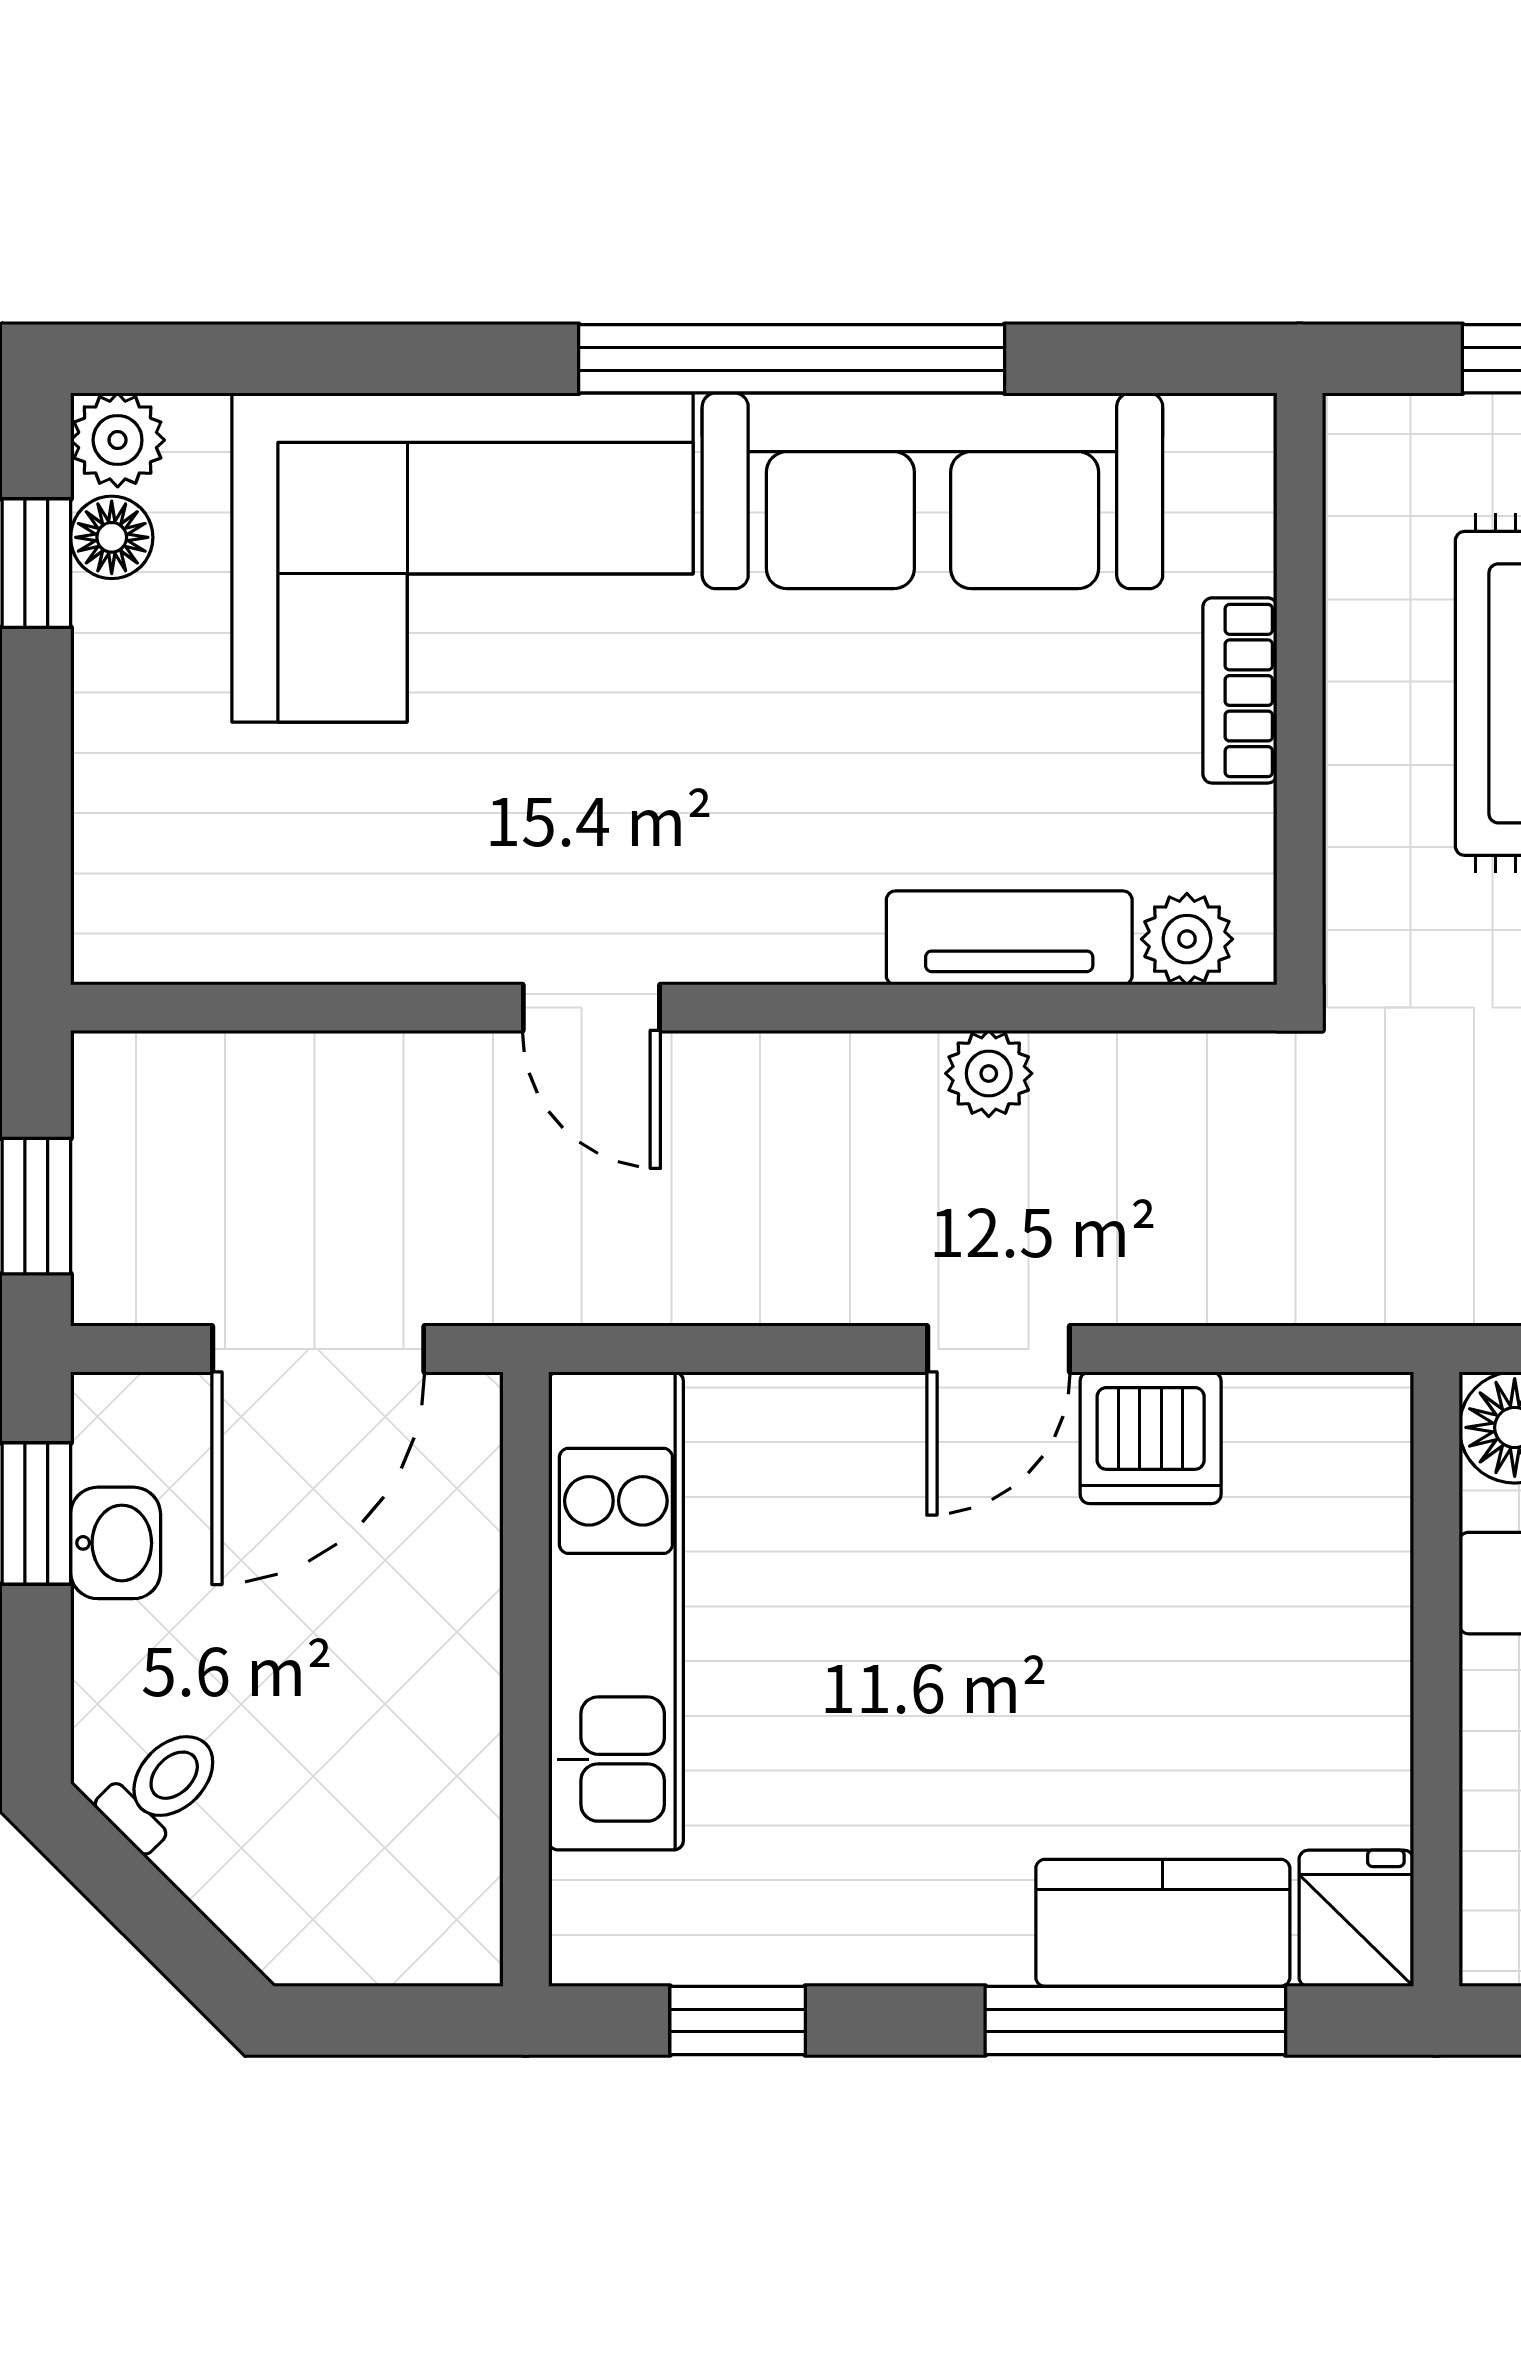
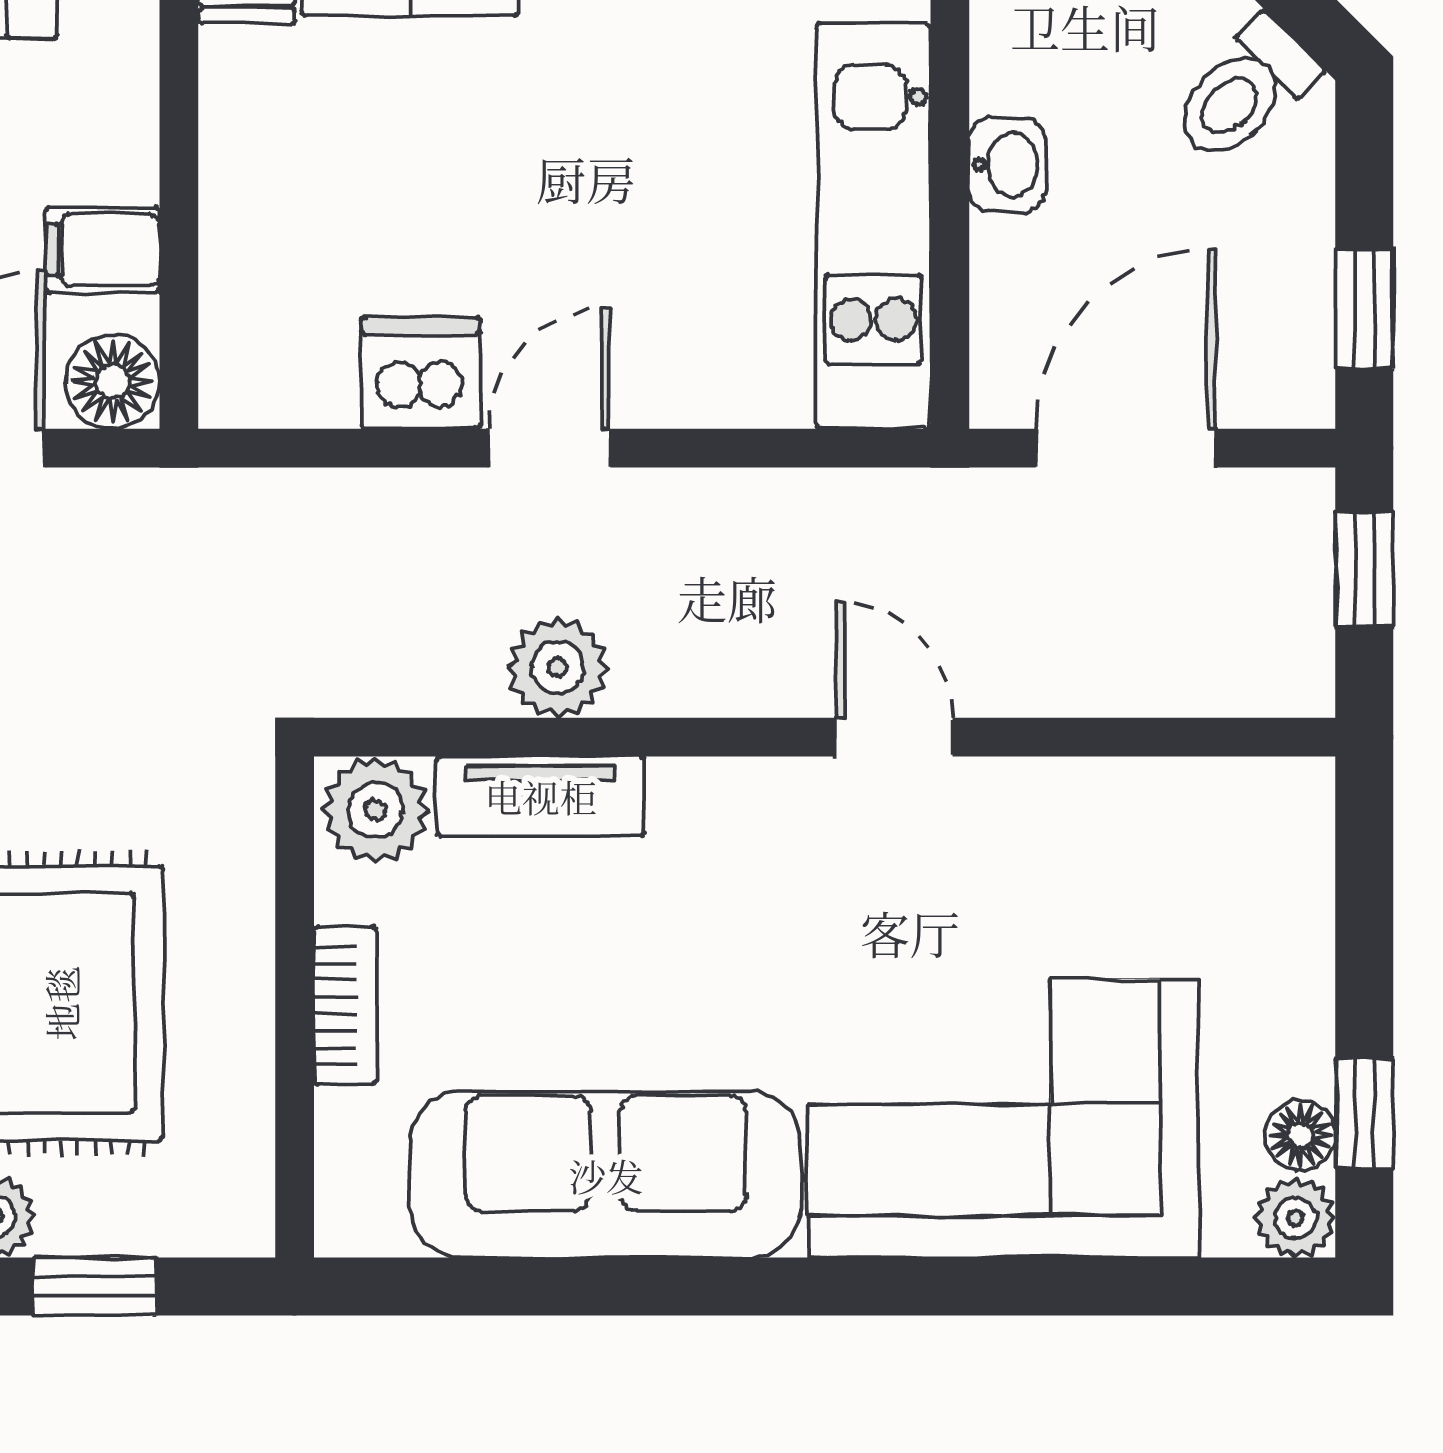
window: (792, 359) -> (725, 1286), removed
plant: (1187, 939) -> (375, 810), width x1.38, depth x1.38
plant: (989, 1073) -> (558, 668), width x1.38, depth x1.38
washbasin: (116, 1543) -> (1007, 165), moved, turned 180
toilet: (162, 1787) -> (1244, 91), width x1.37, depth x1.39

